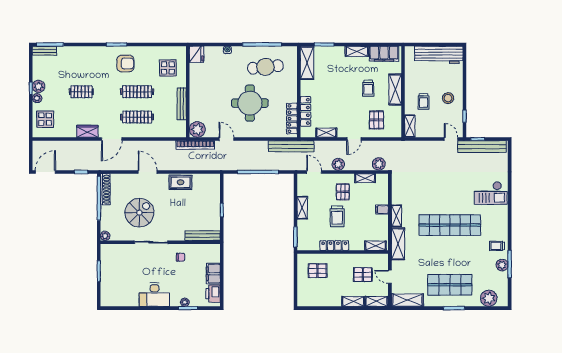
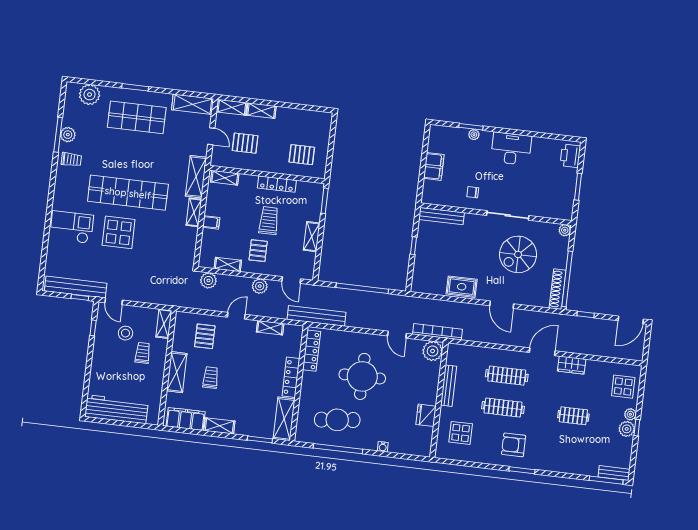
fridge: (196, 54) -> (426, 415), moved
stool: (448, 98) -> (125, 333), moved
locker: (306, 111) -> (291, 377), moved
display table: (453, 193) -> (119, 232), added
printer: (213, 294) -> (570, 156), moved, turned 180

